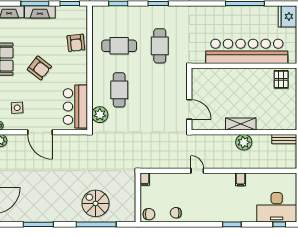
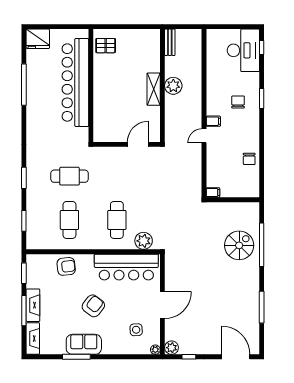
cafe table: (119, 90) -> (117, 220), turned 90
bar counter: (75, 107) -> (126, 267), width x1.36
filing cabinet: (240, 179) -> (213, 121), moved
spiral stairs: (96, 203) -> (239, 245), turned 180
chair: (149, 214) -> (238, 102), moved

